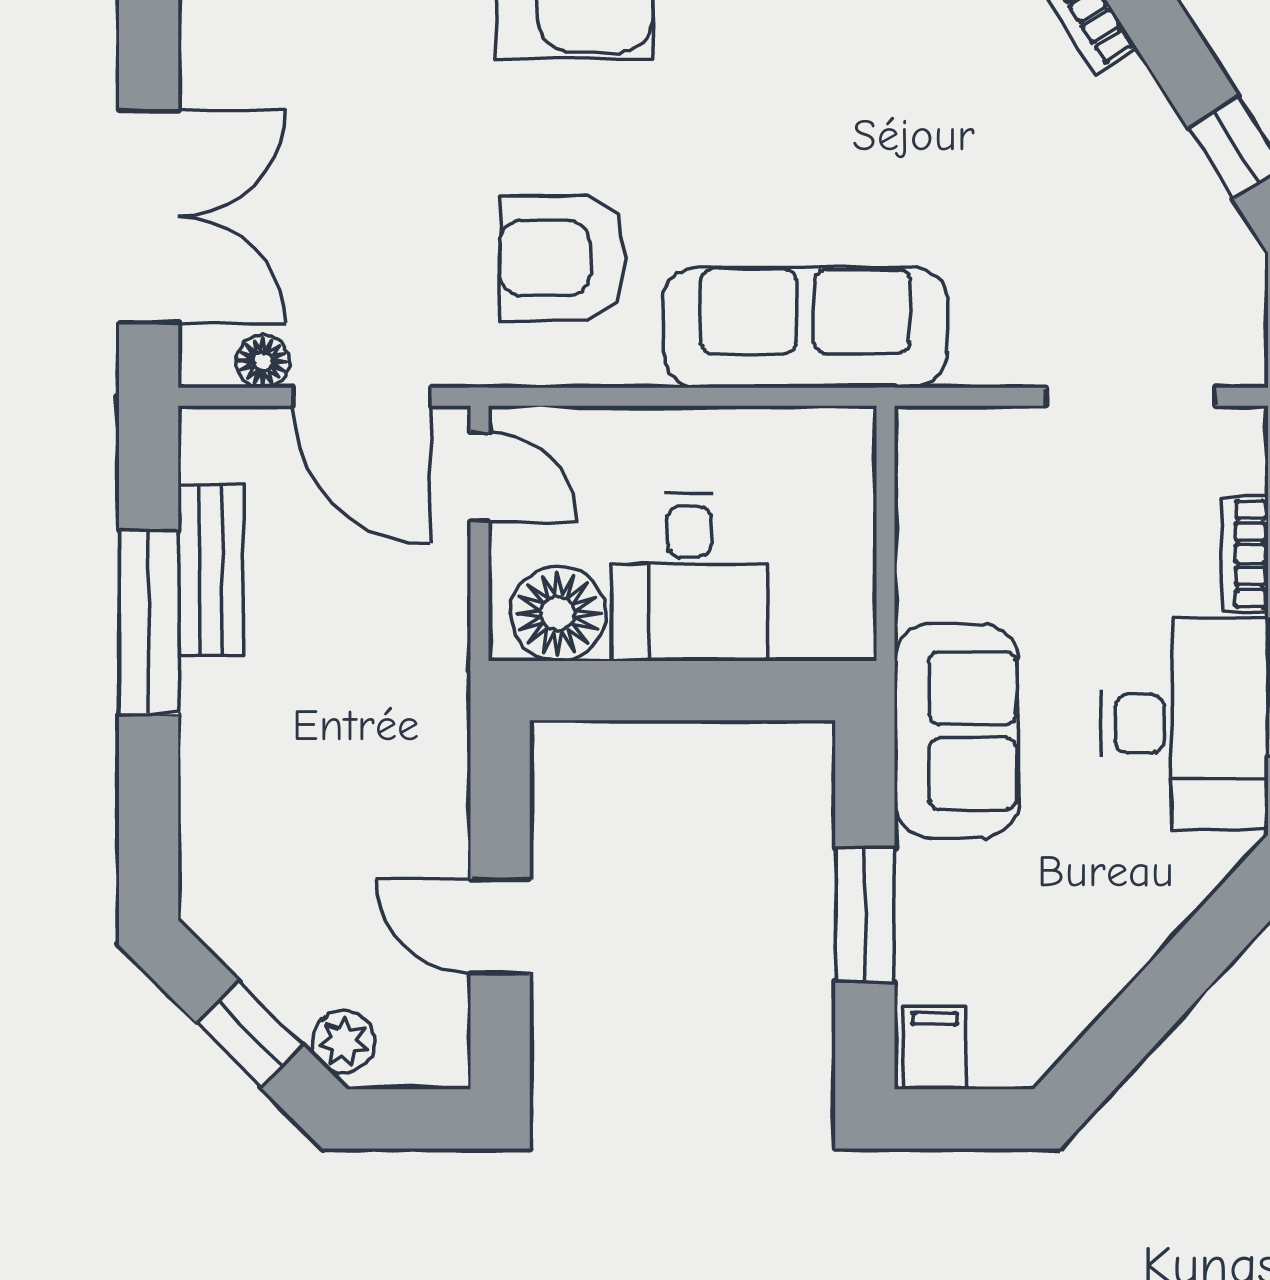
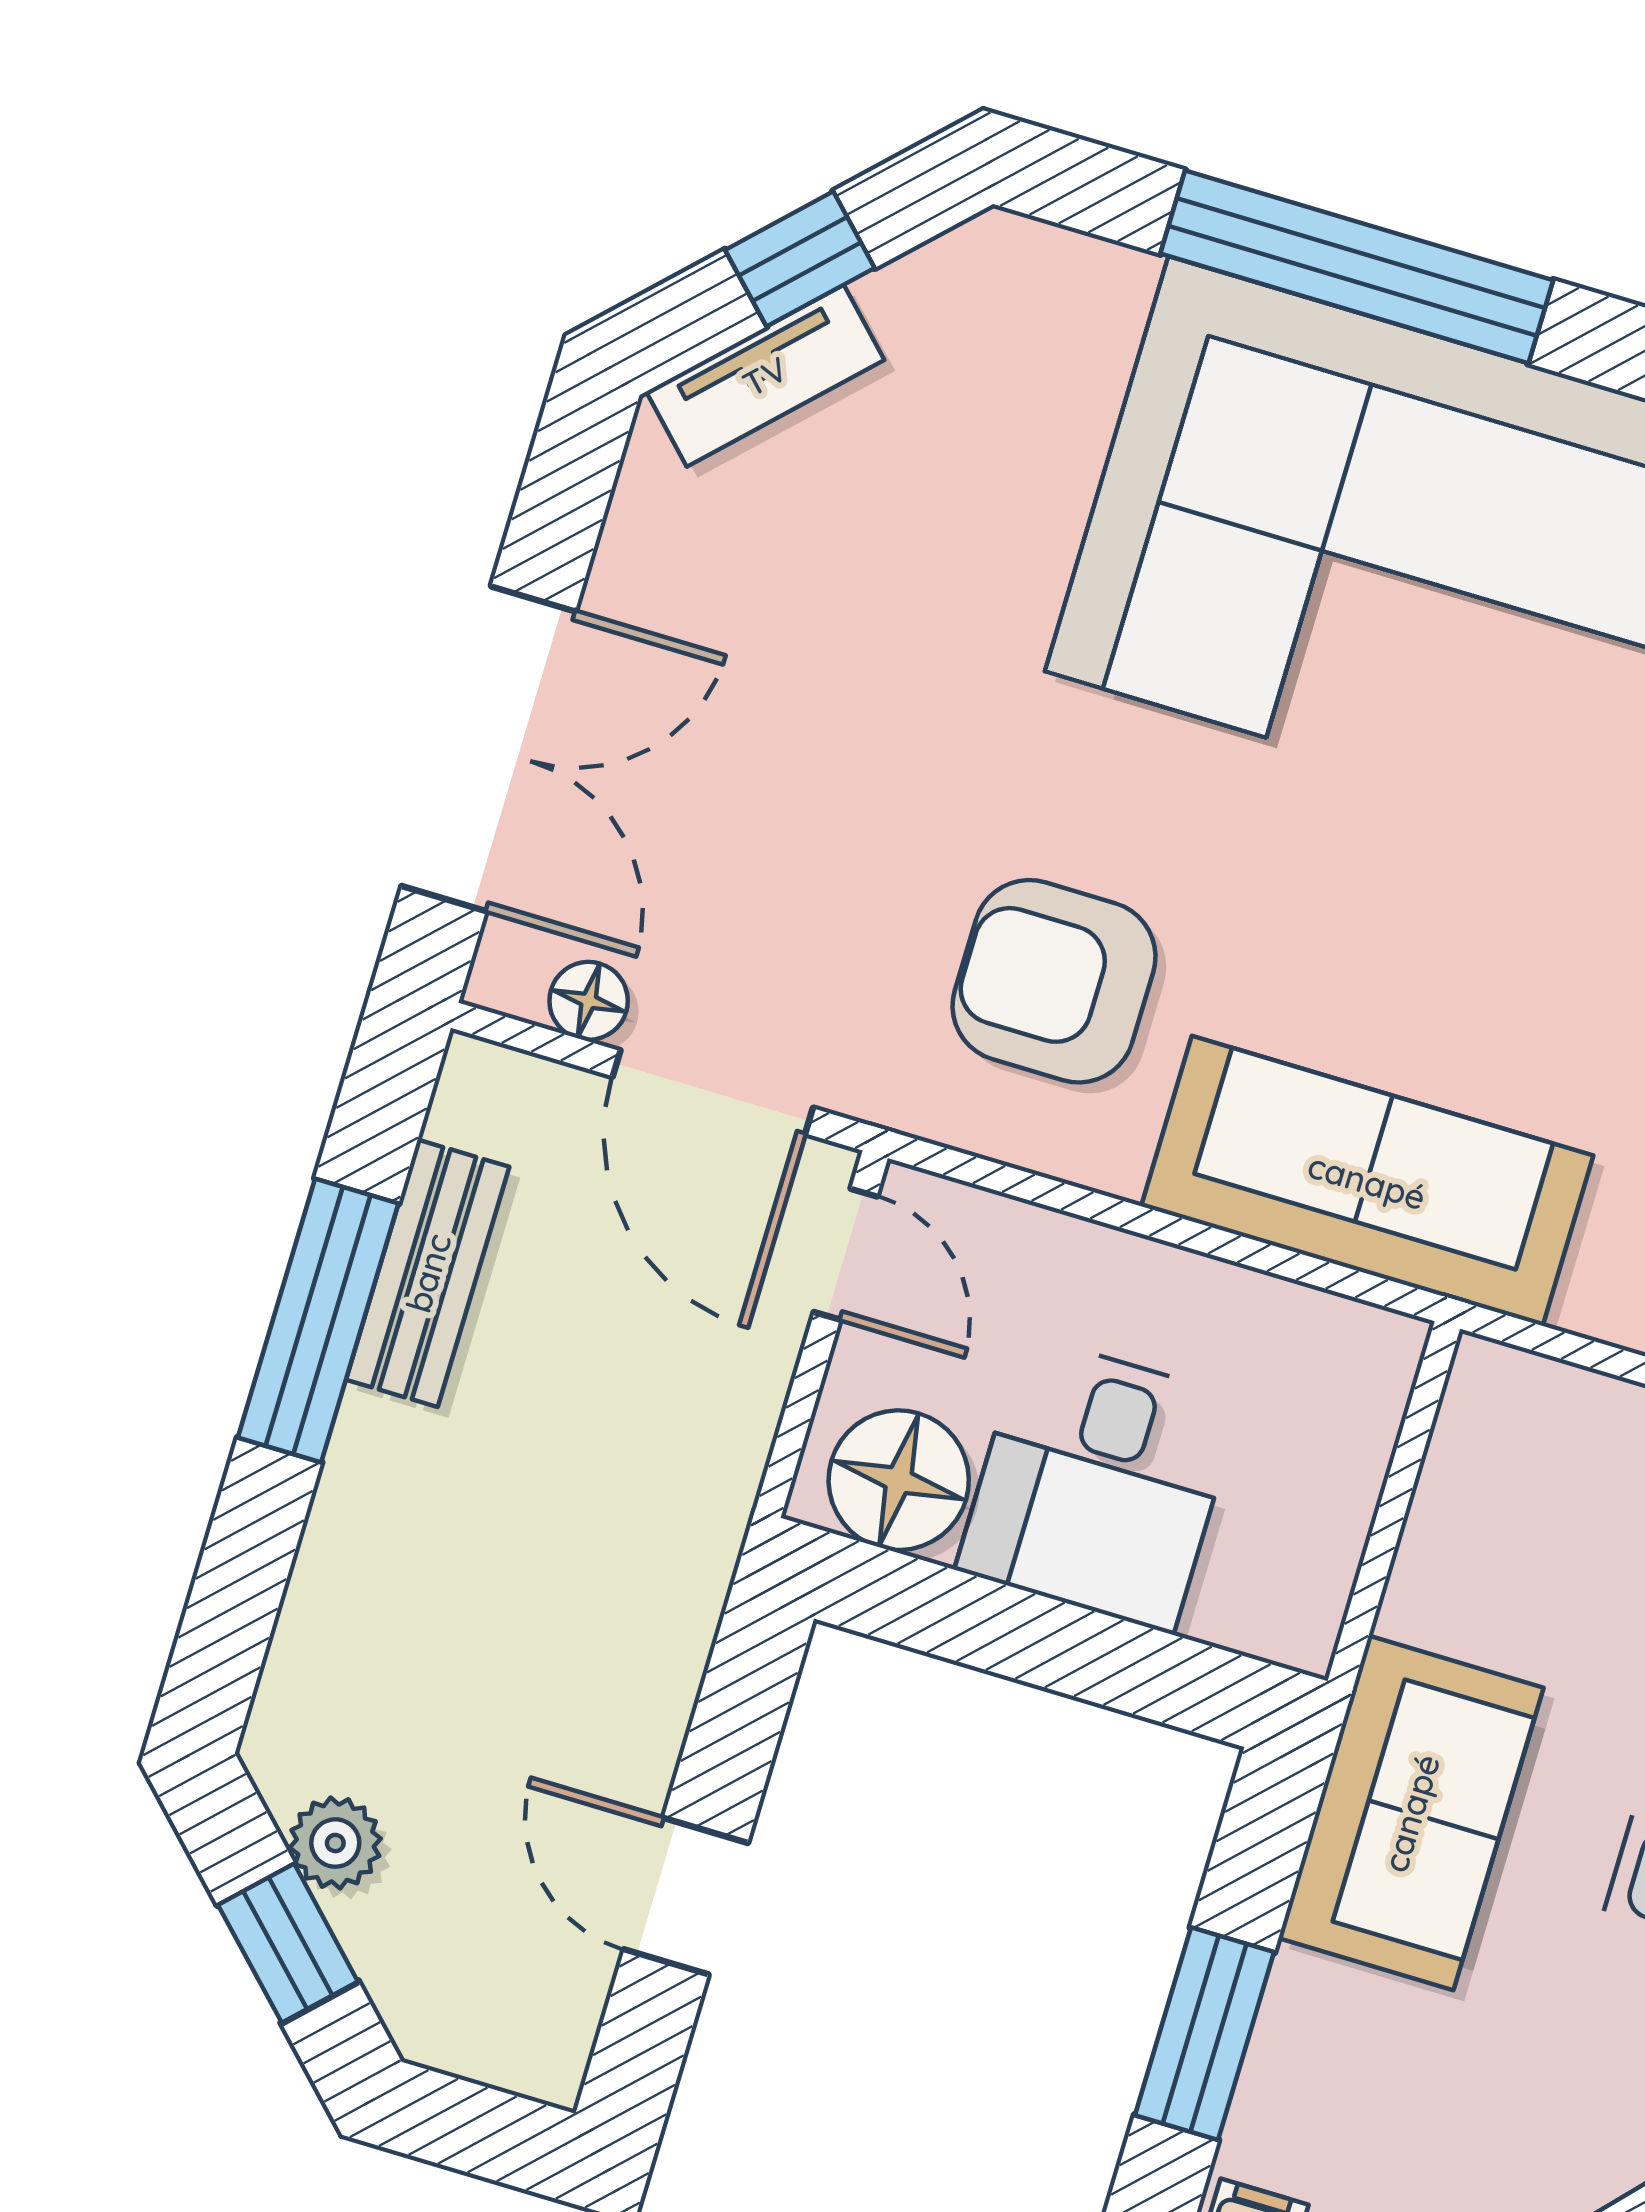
plant: (343, 1042) -> (335, 1843), moved

